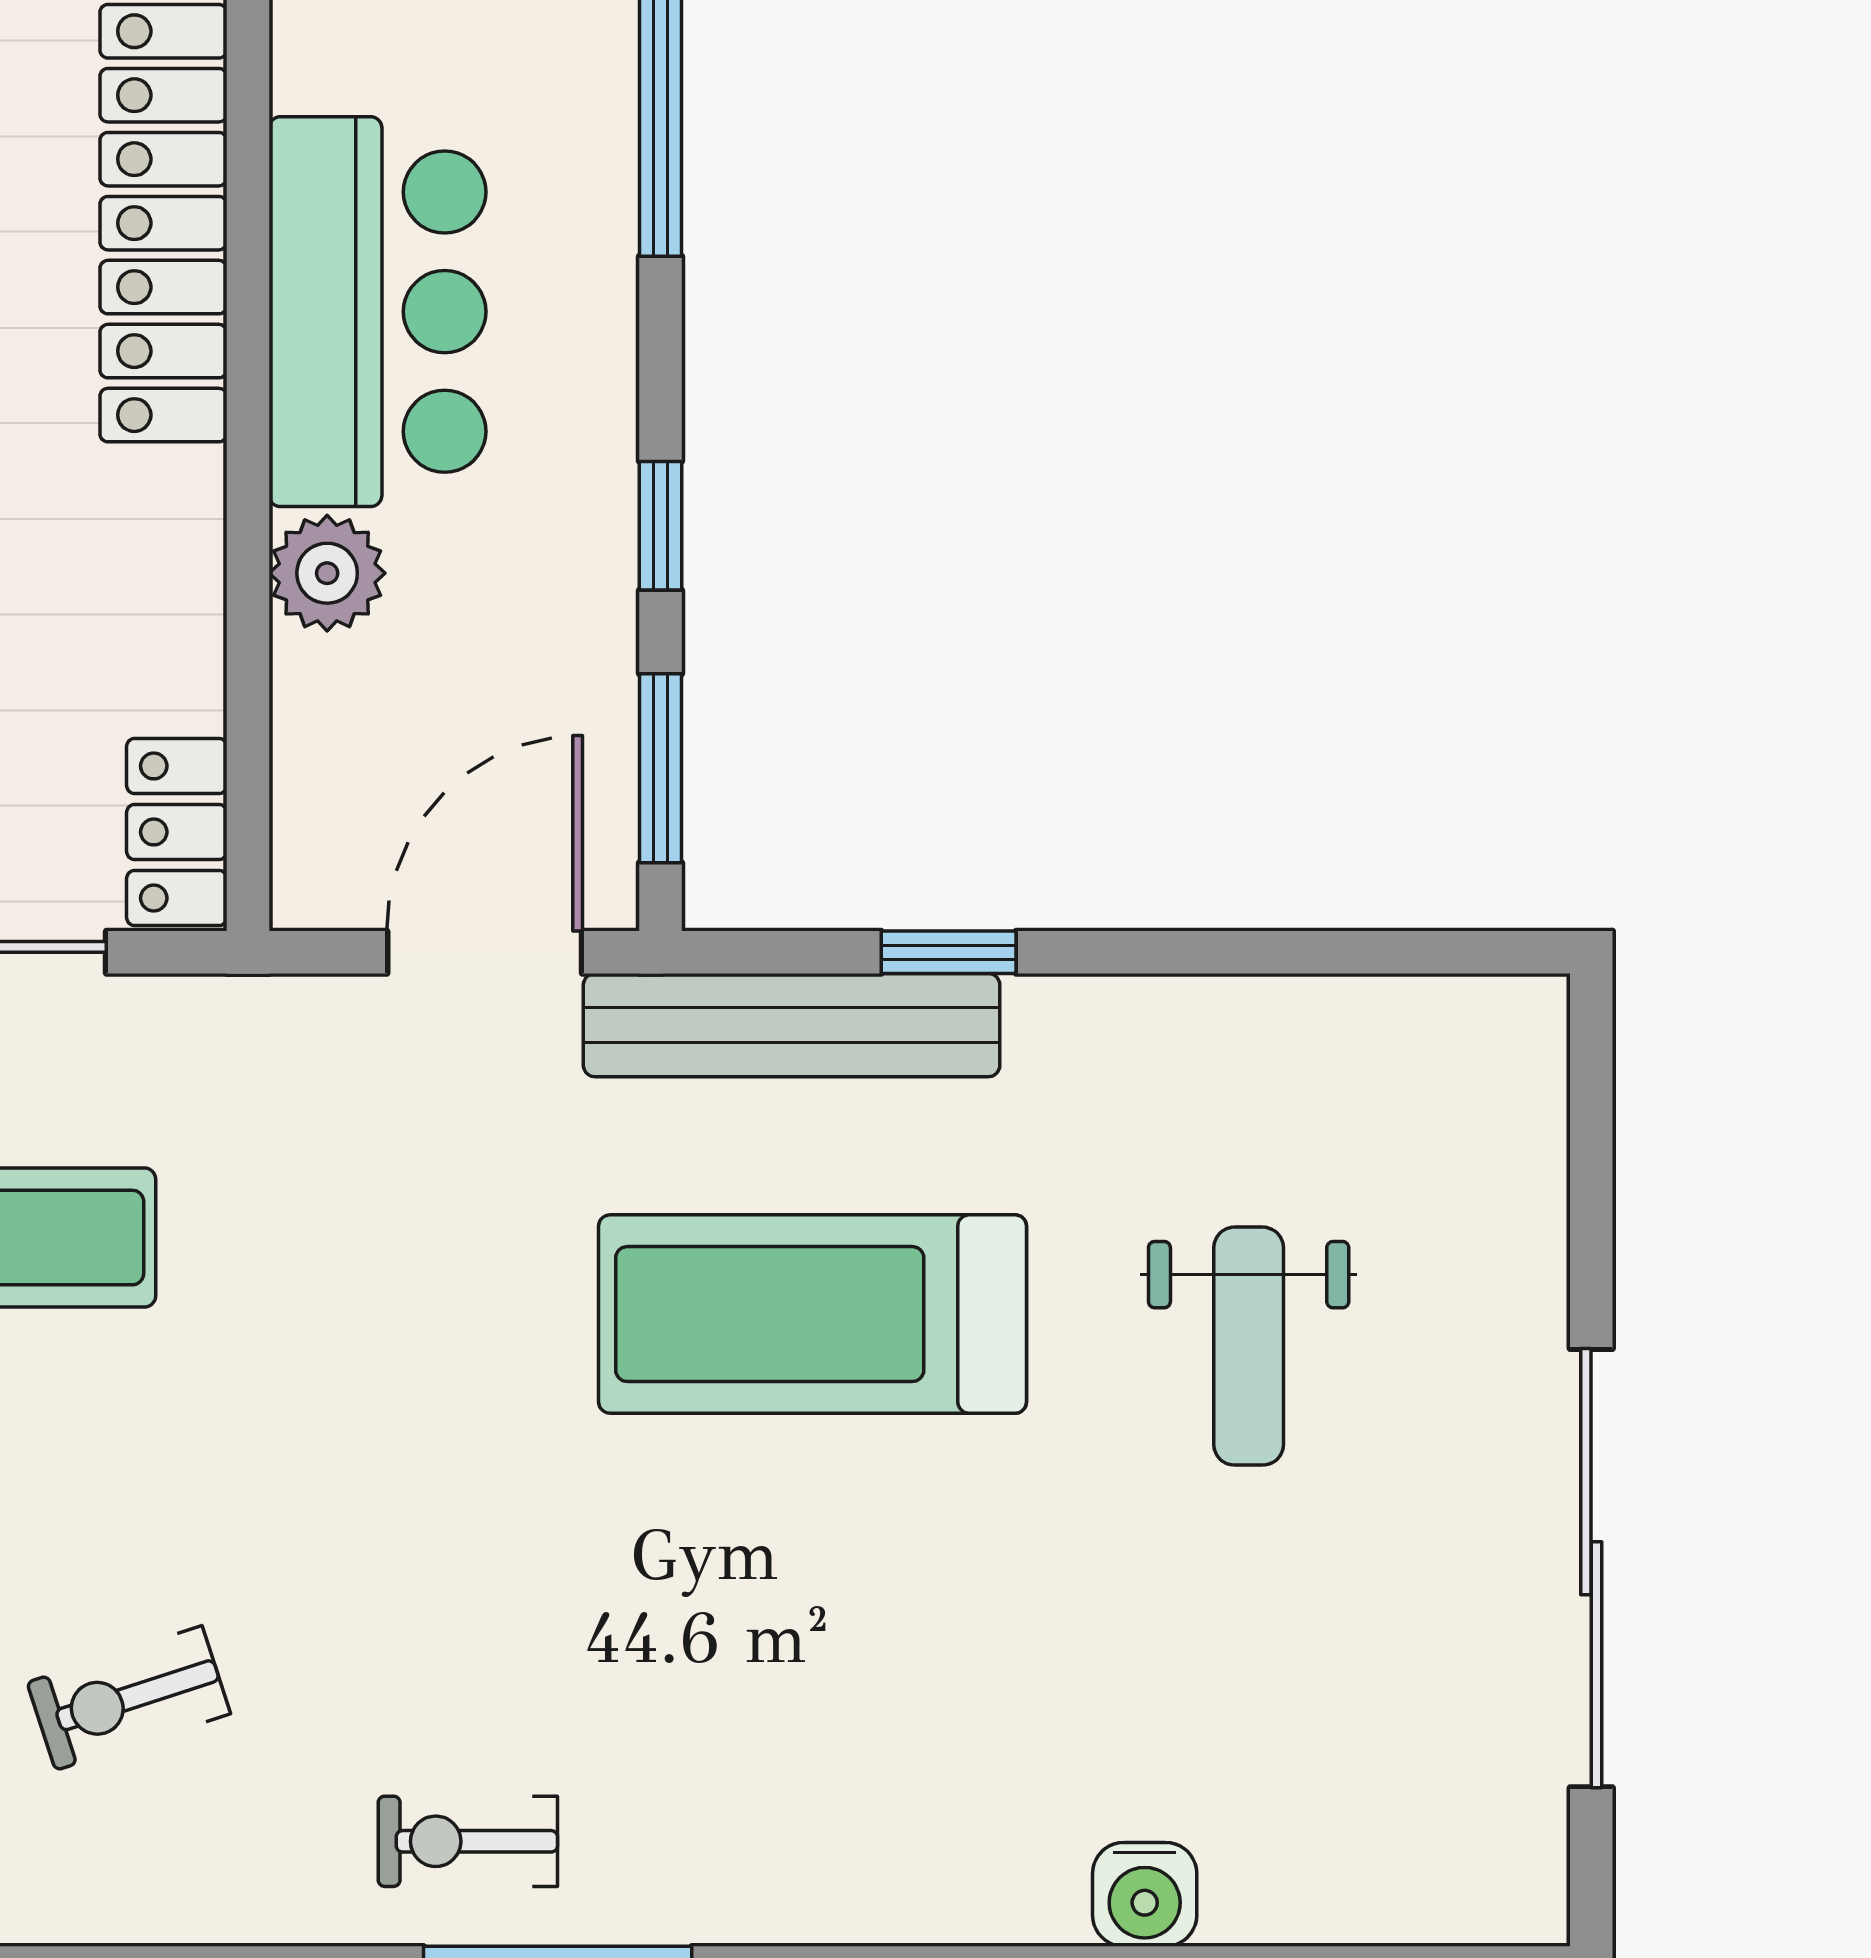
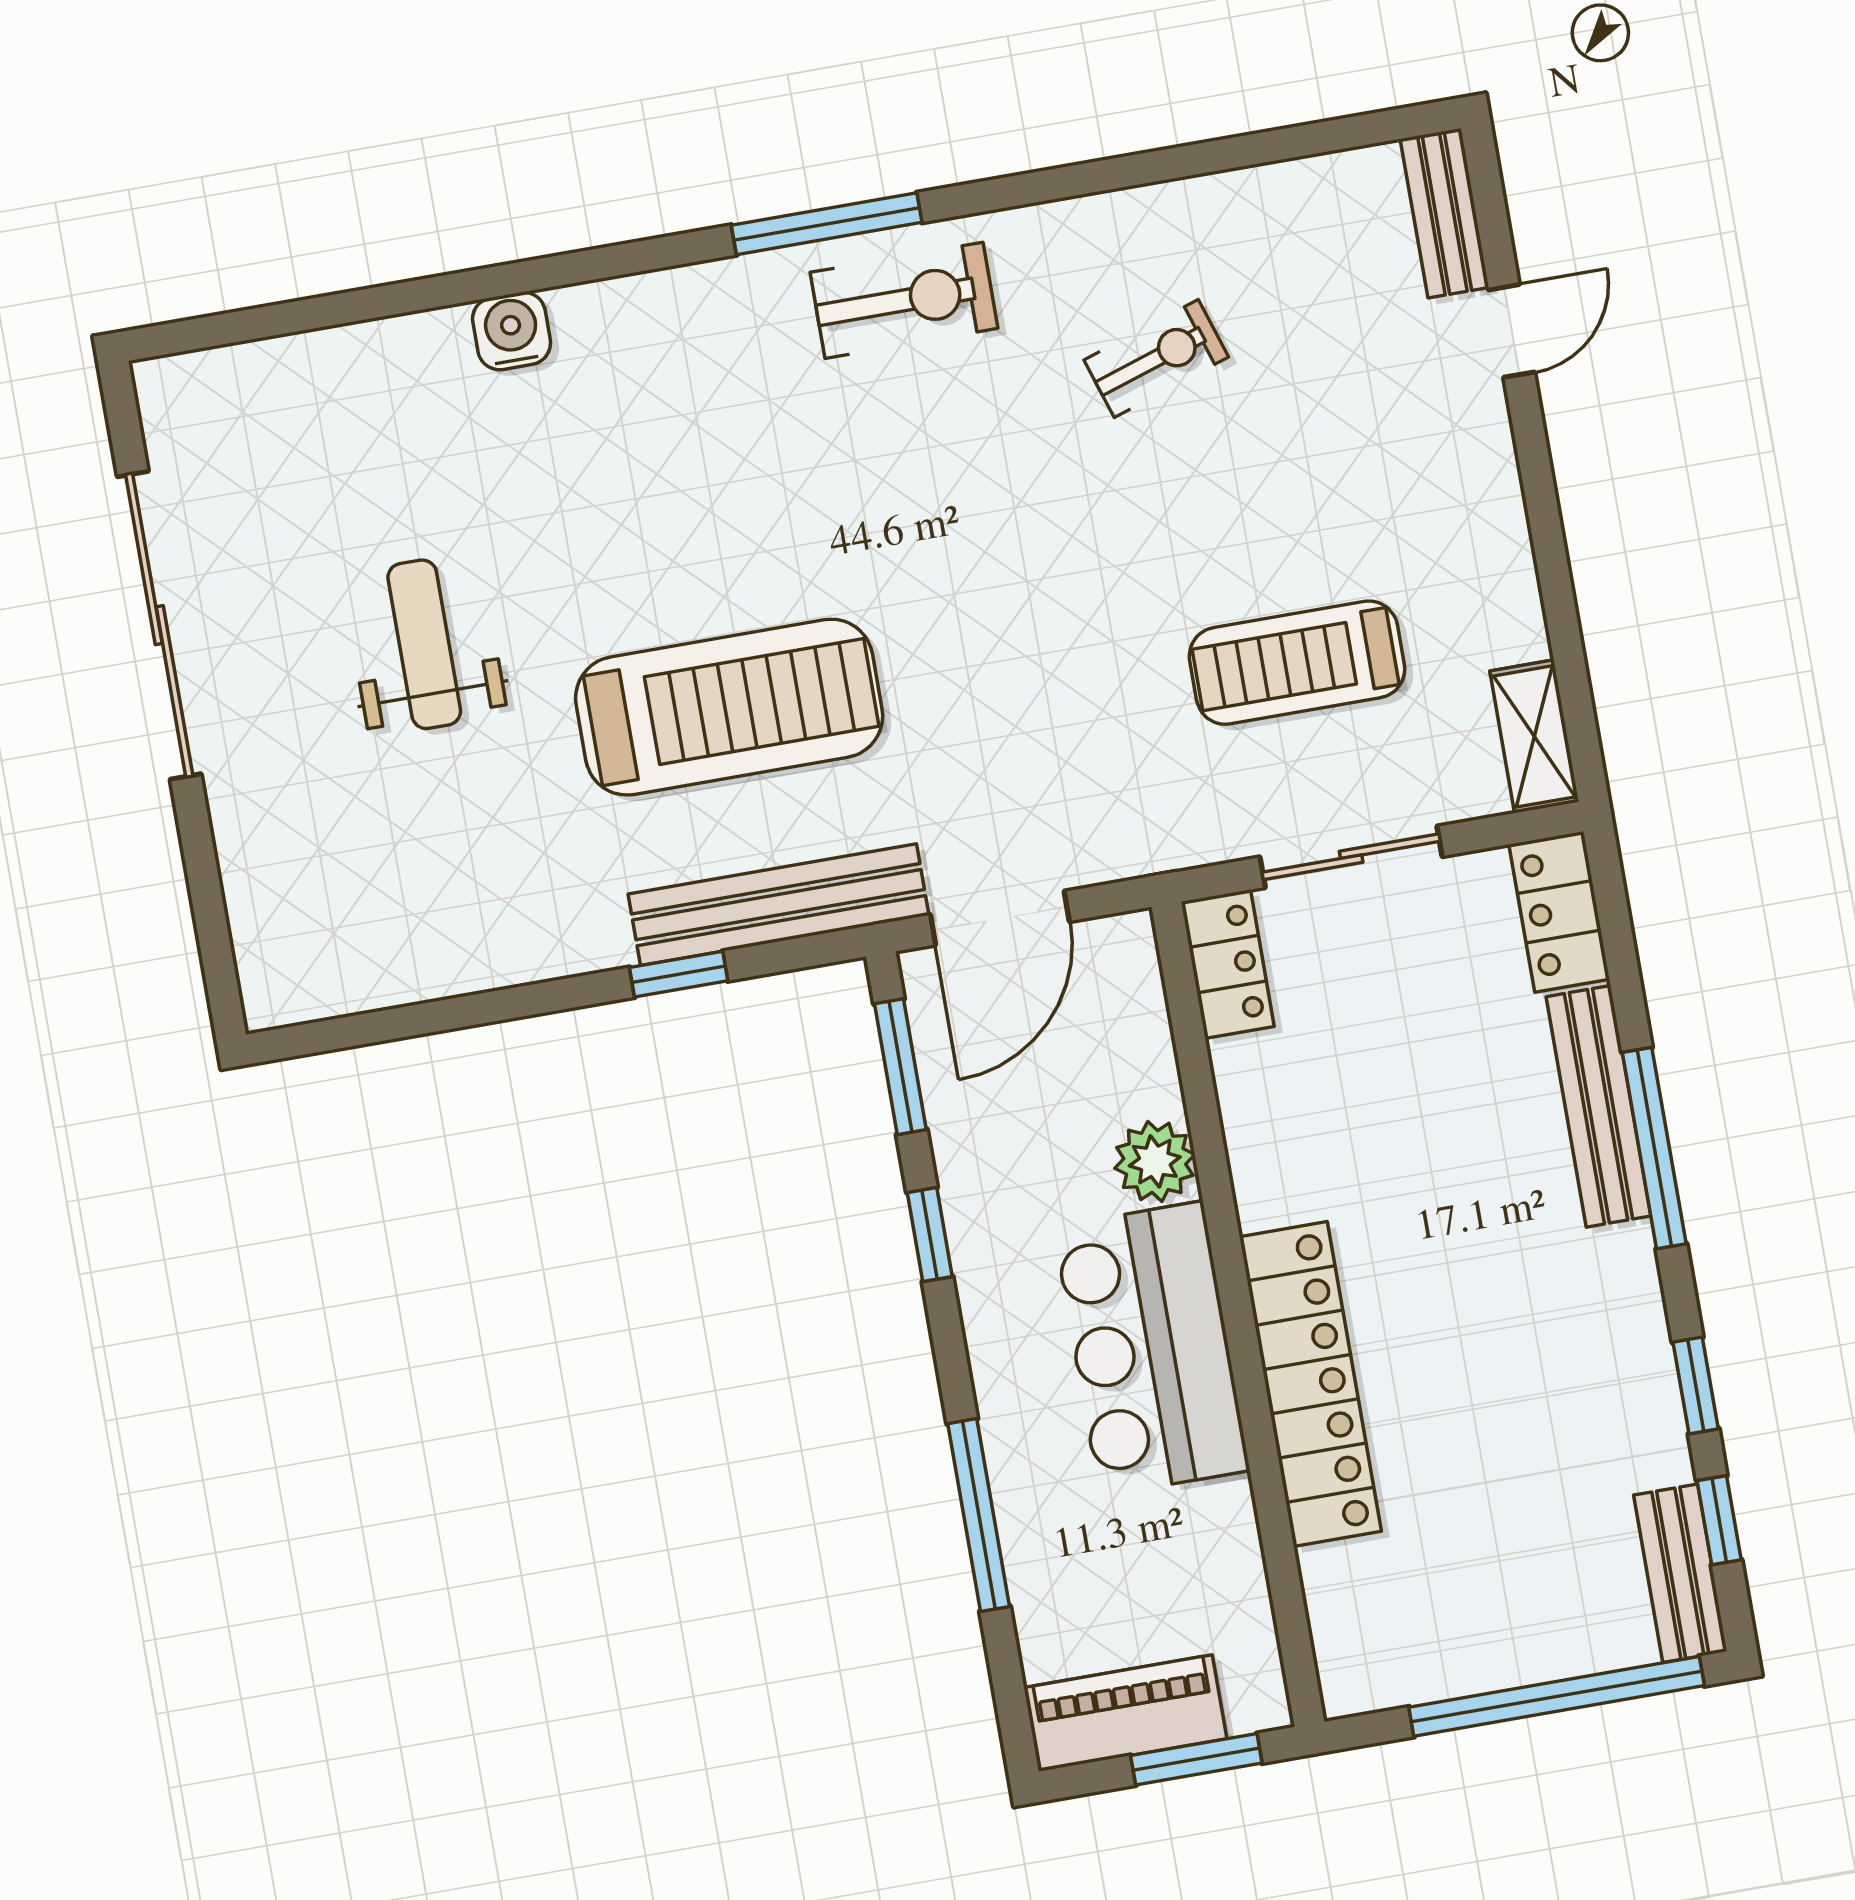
weight bench: (1249, 1346) -> (424, 644), moved
exercise bike: (468, 1841) -> (904, 300), width x1.38, depth x1.39
water cooler: (1145, 1894) -> (512, 331), moved

